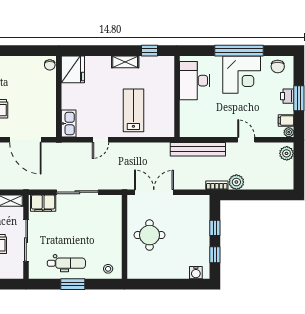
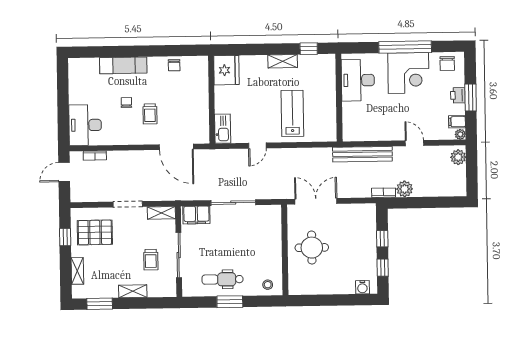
chair: (50, 65) -> (174, 65), moved
dental chair: (66, 263) -> (223, 279), turned 180

